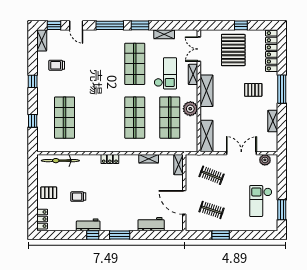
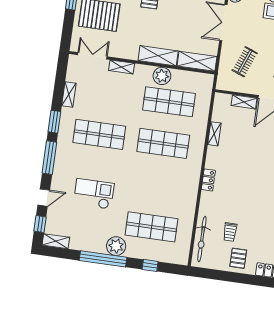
double door: (199, 49) -> (92, 56), swing flipped
trolley: (57, 65) -> (88, 227), removed
checkout: (165, 73) -> (94, 194), moved
window: (33, 81) -> (103, 259), width x3.17
plant: (45, 91) -> (116, 246), added
shelving: (206, 91) -> (158, 56), moved
shelving: (178, 165) -> (244, 102), moved
trolley: (78, 197) -> (230, 232), moved

